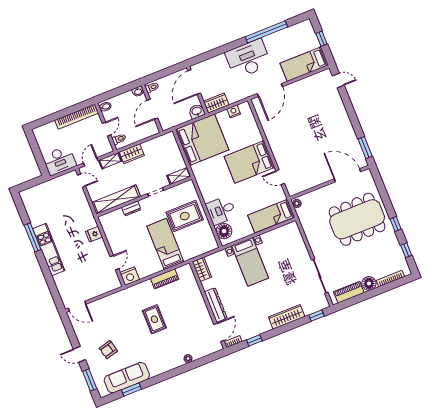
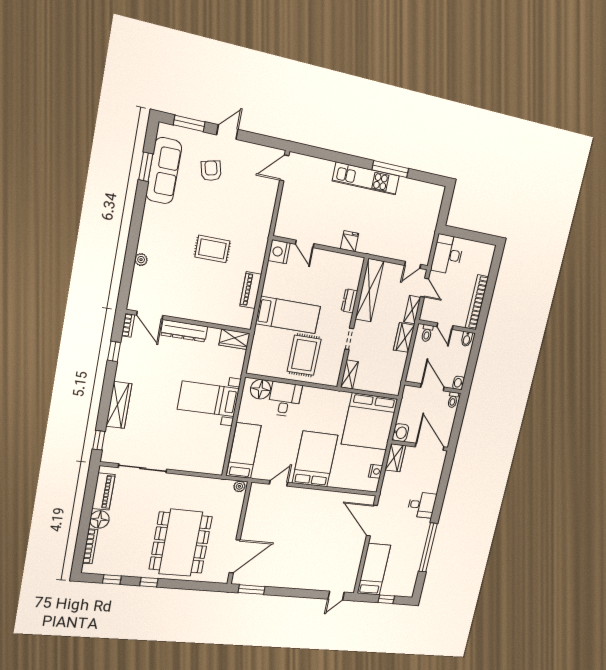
desk: (248, 59) -> (422, 505), width x0.53, depth x0.77

